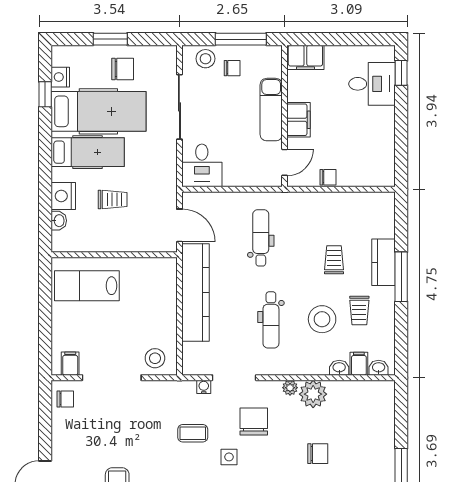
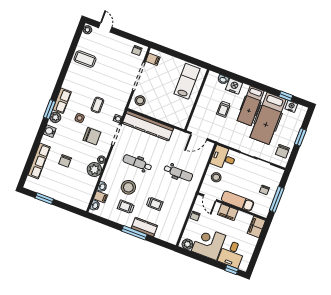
stool: (205, 59) -> (216, 177), moved
chair: (123, 69) -> (282, 151), moved
corner desk: (369, 133) -> (209, 243), added
plant: (385, 172) -> (187, 244), added
kitchen counter: (196, 292) -> (148, 126), moved

